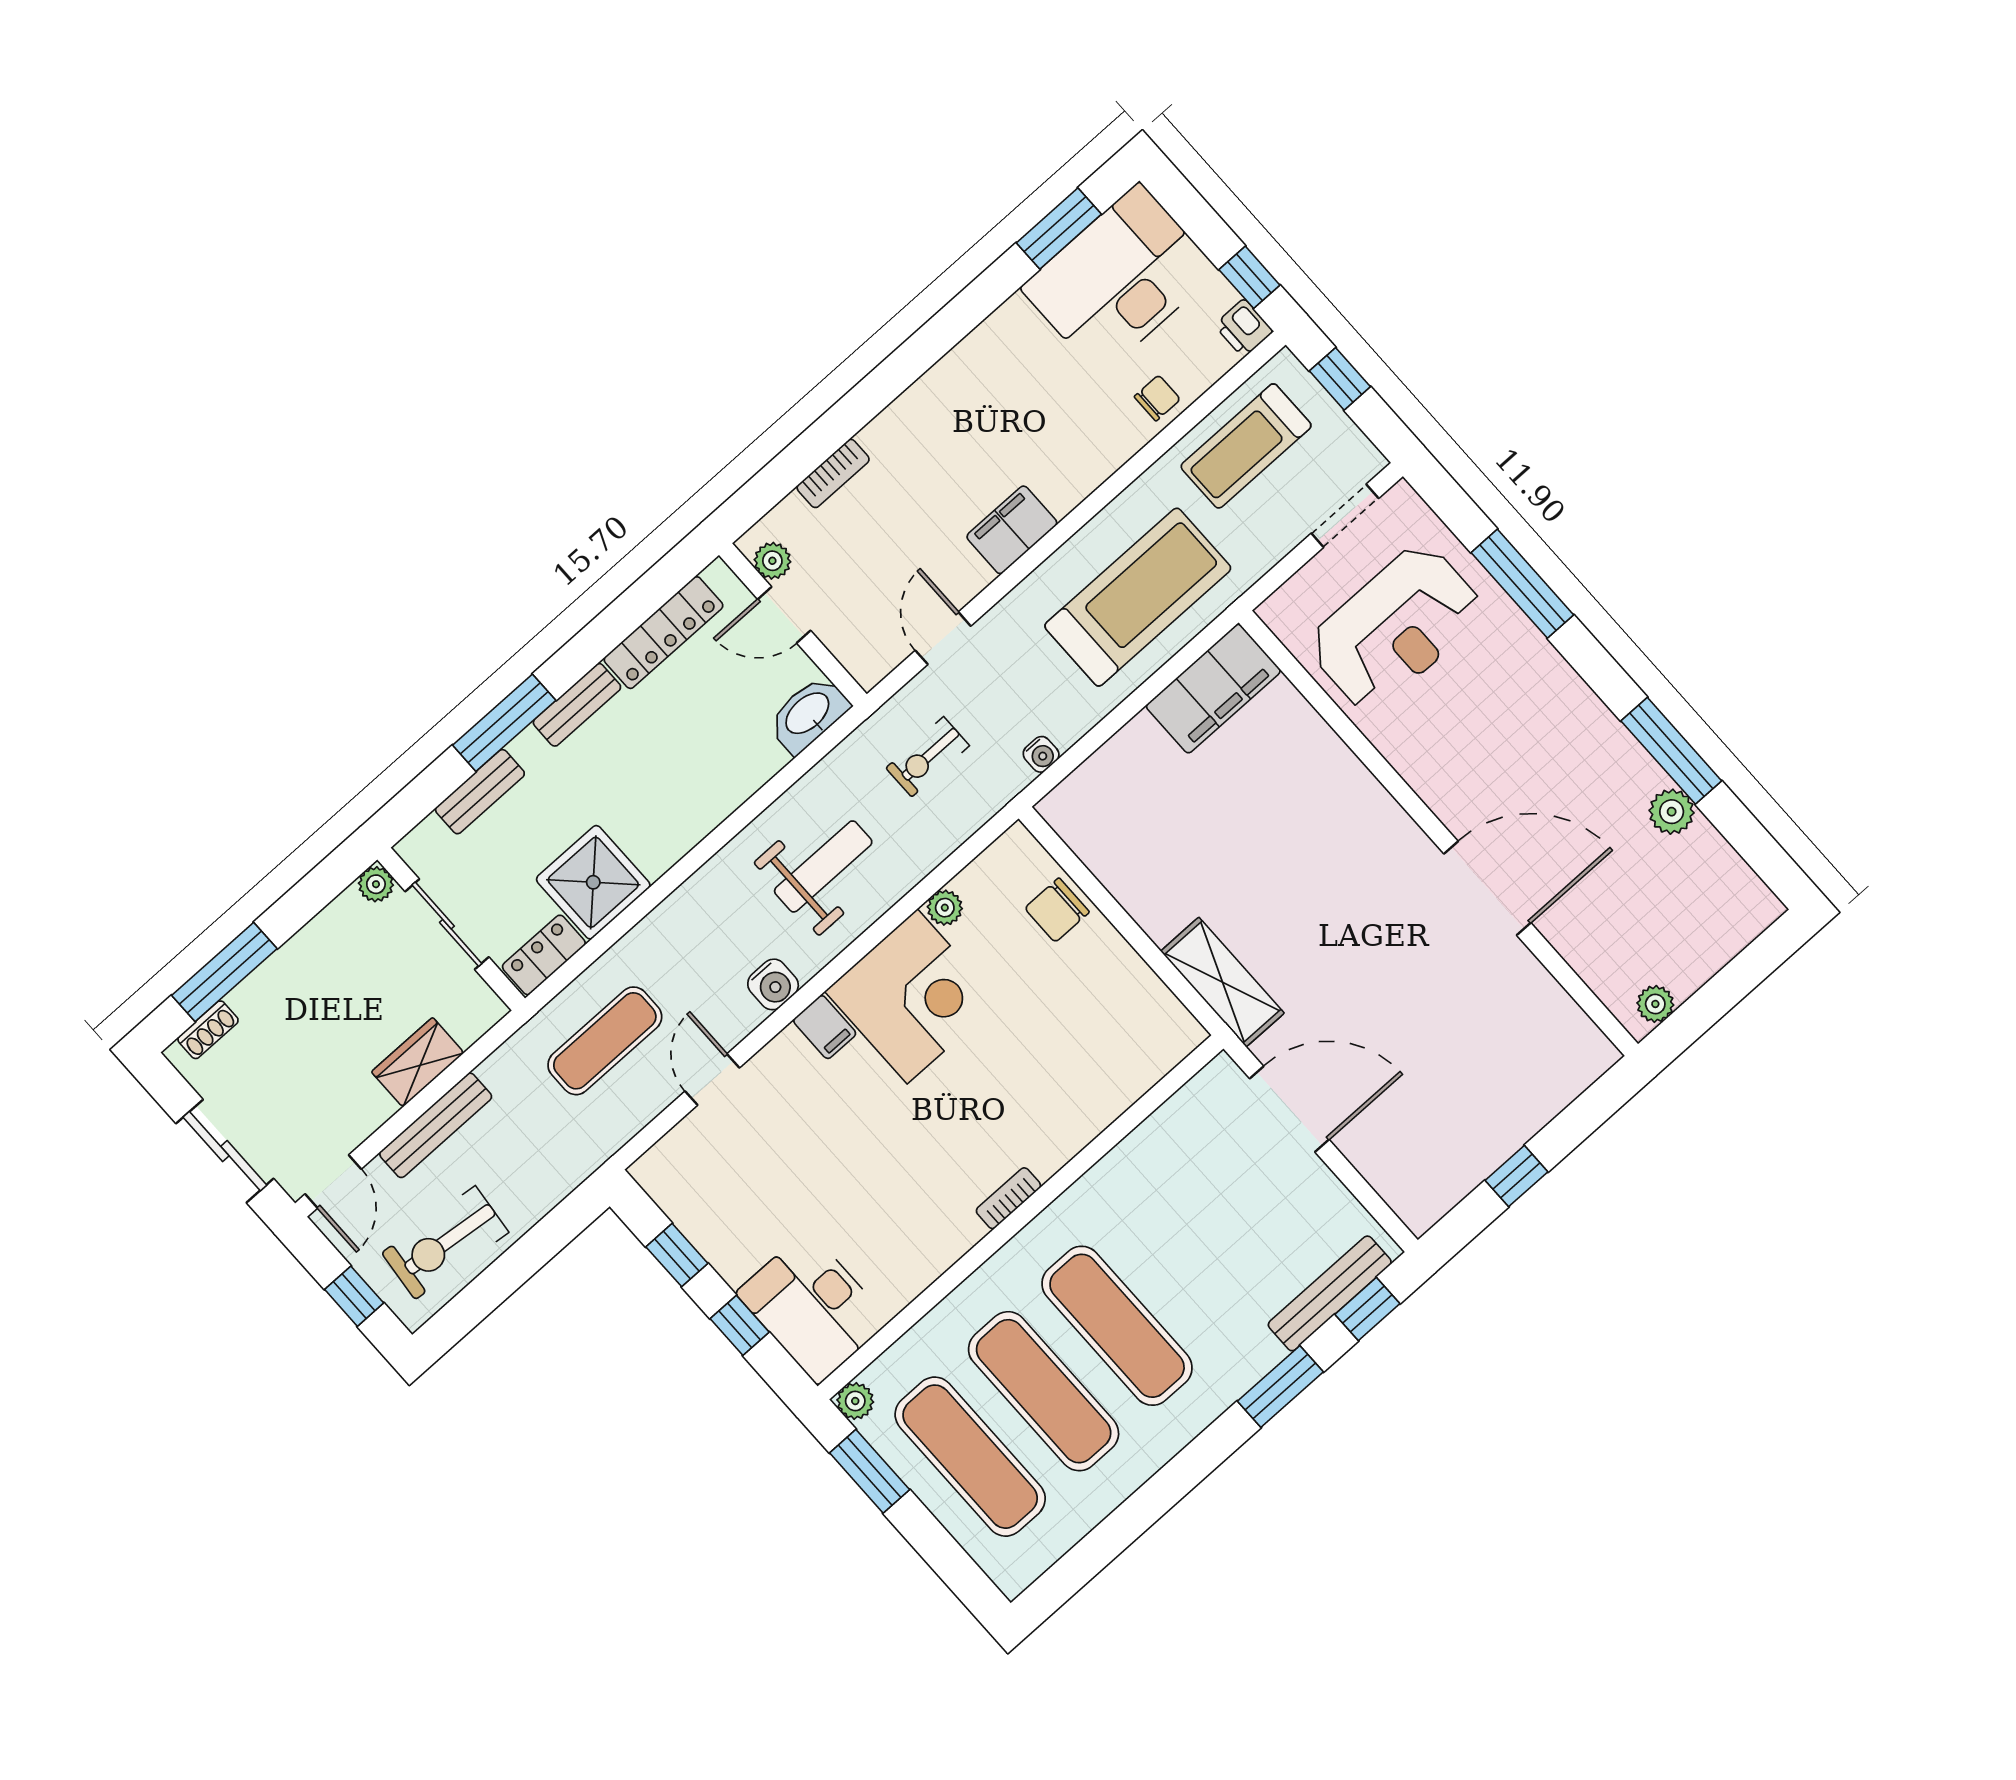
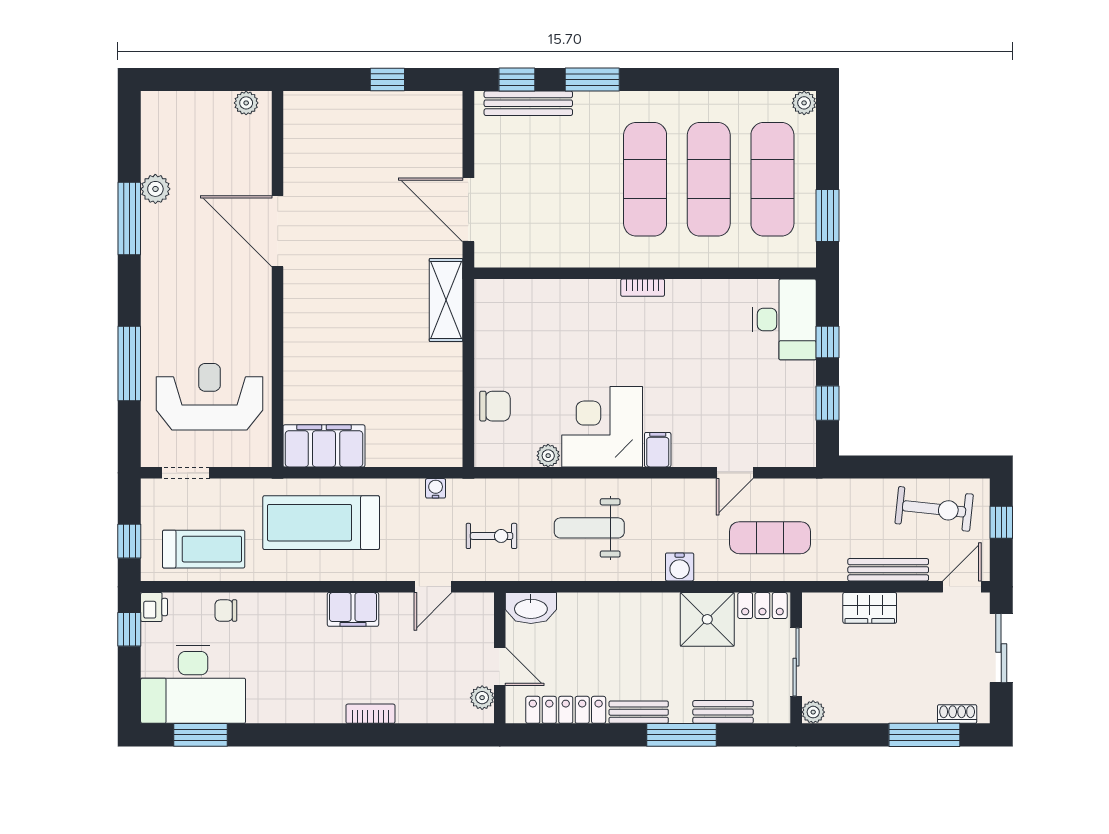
bookcase: (833, 473) -> (370, 714), moved
water cooler: (773, 984) -> (680, 567), moved, turned 180
plant: (855, 1401) -> (804, 103), moved

